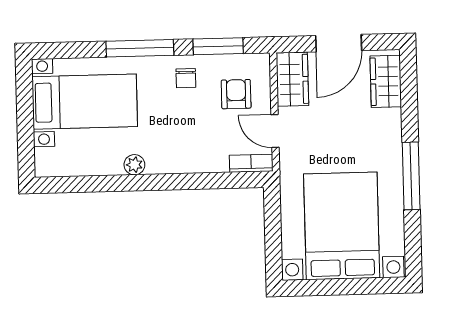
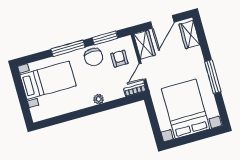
chair: (186, 78) -> (94, 57), width x1.87, depth x1.87
door: (275, 131) -> (142, 72), hinge flipped
plant: (134, 165) -> (99, 99), moved

